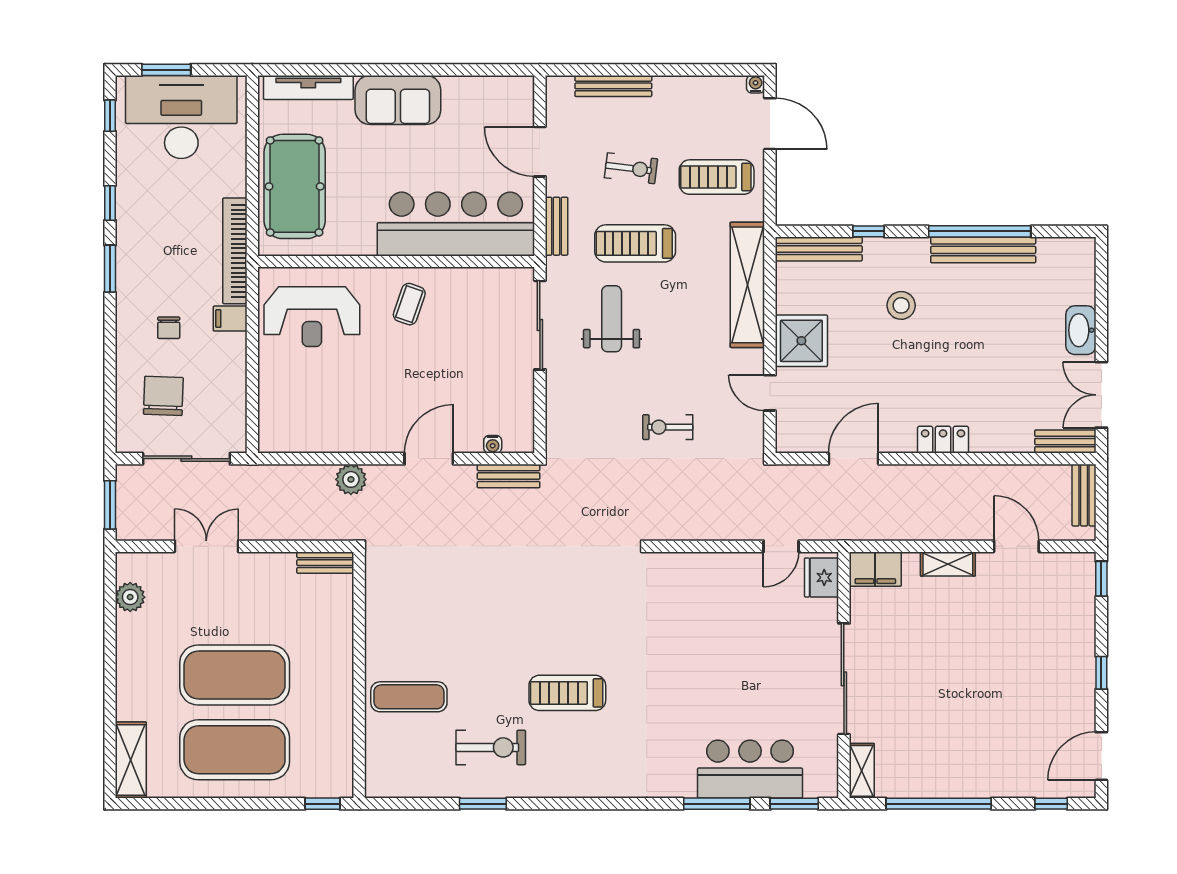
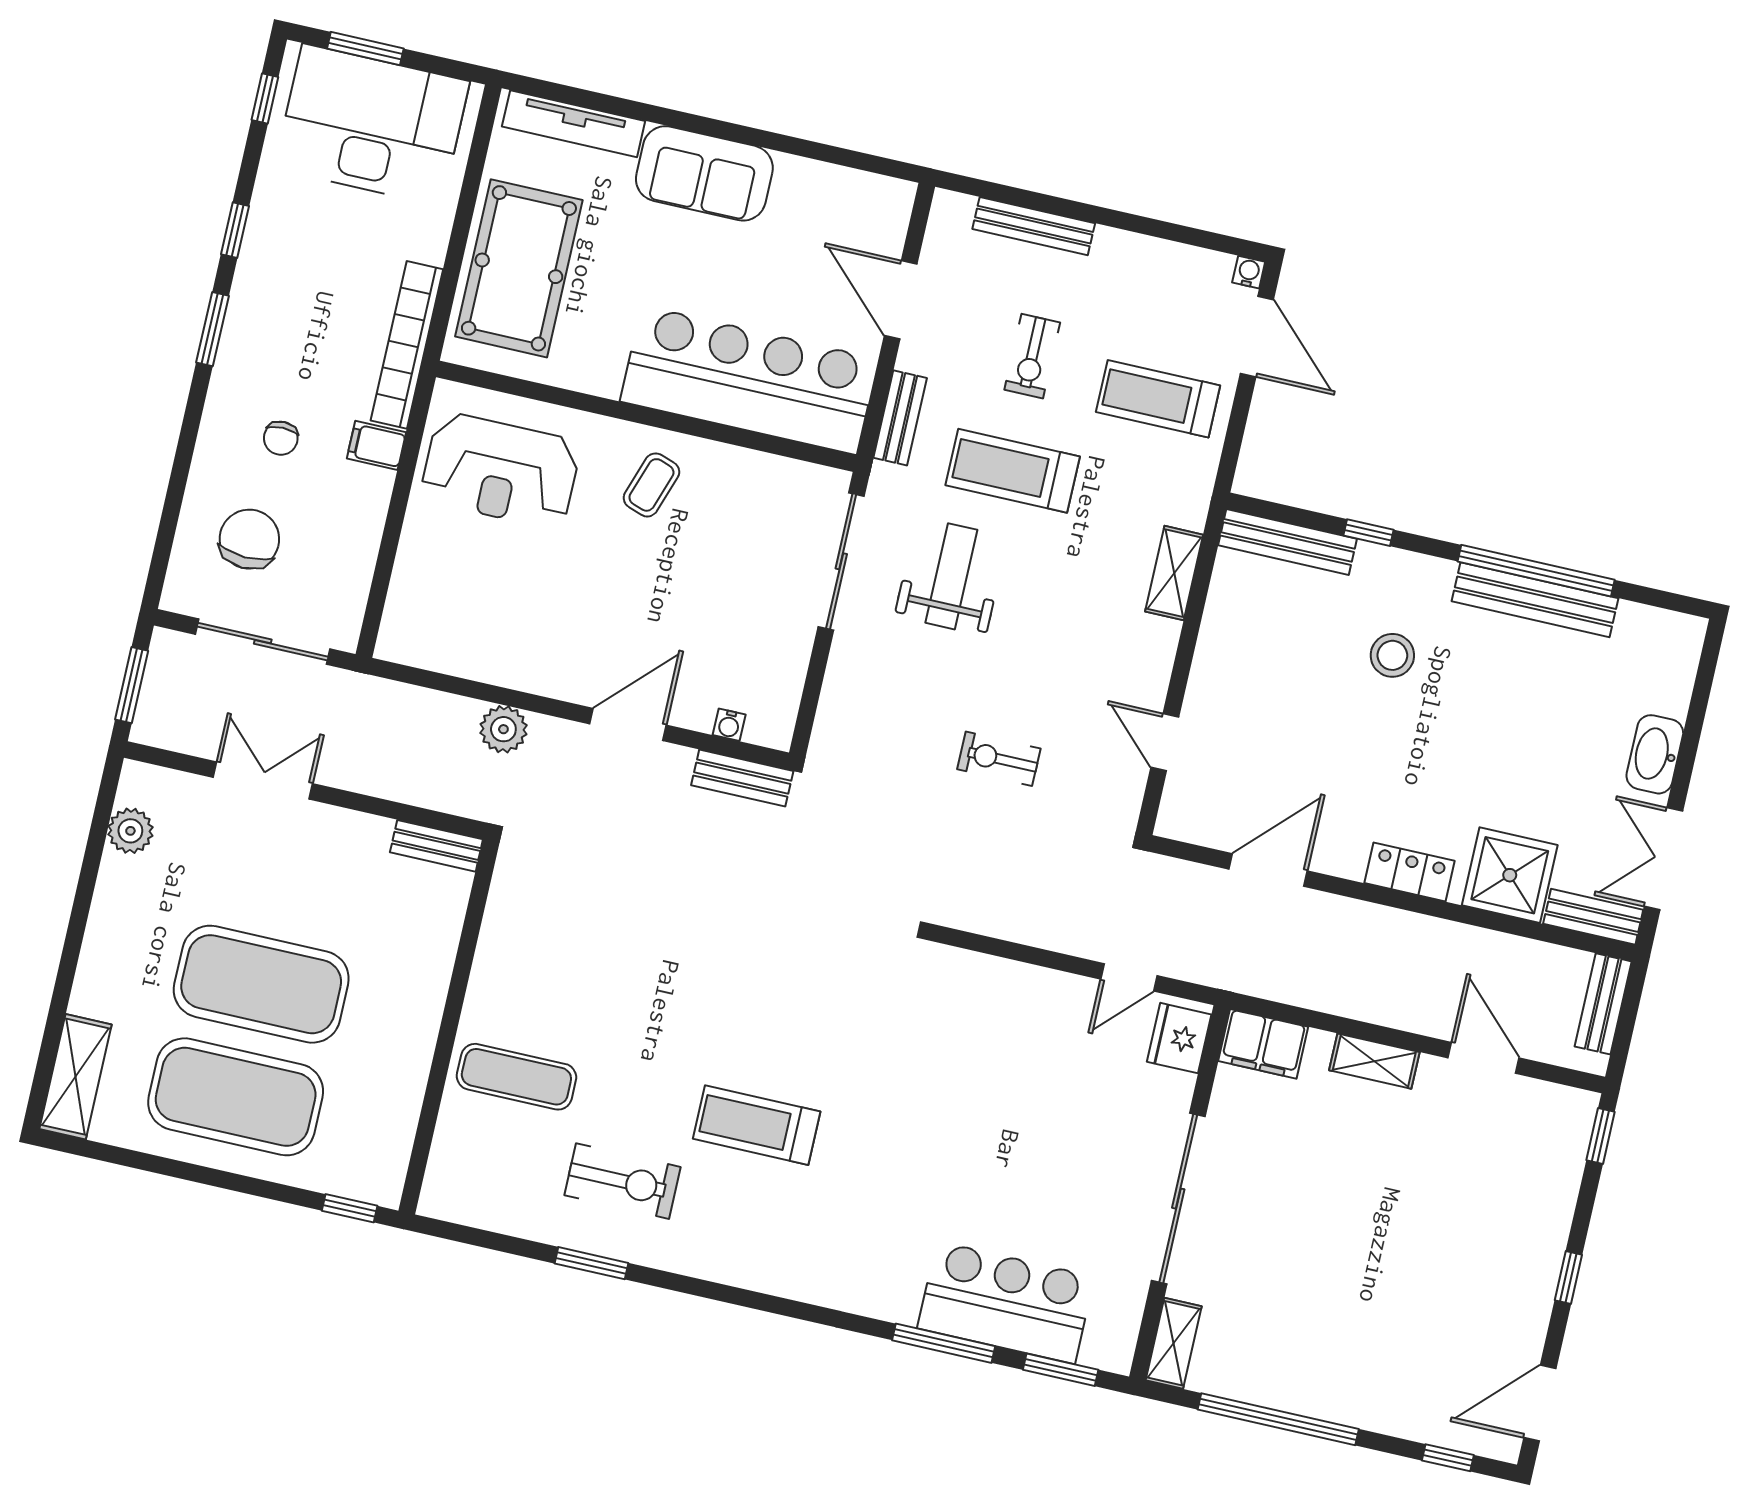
exercise bike: (631, 168) -> (1032, 356), turned 83
shelving: (747, 285) -> (1174, 573), width x0.45, depth x0.75
shower: (801, 341) -> (1510, 875), moved

